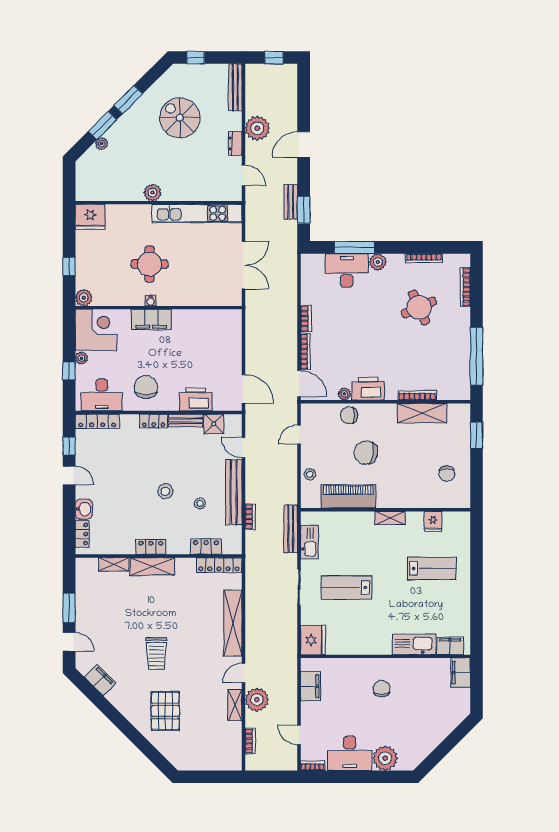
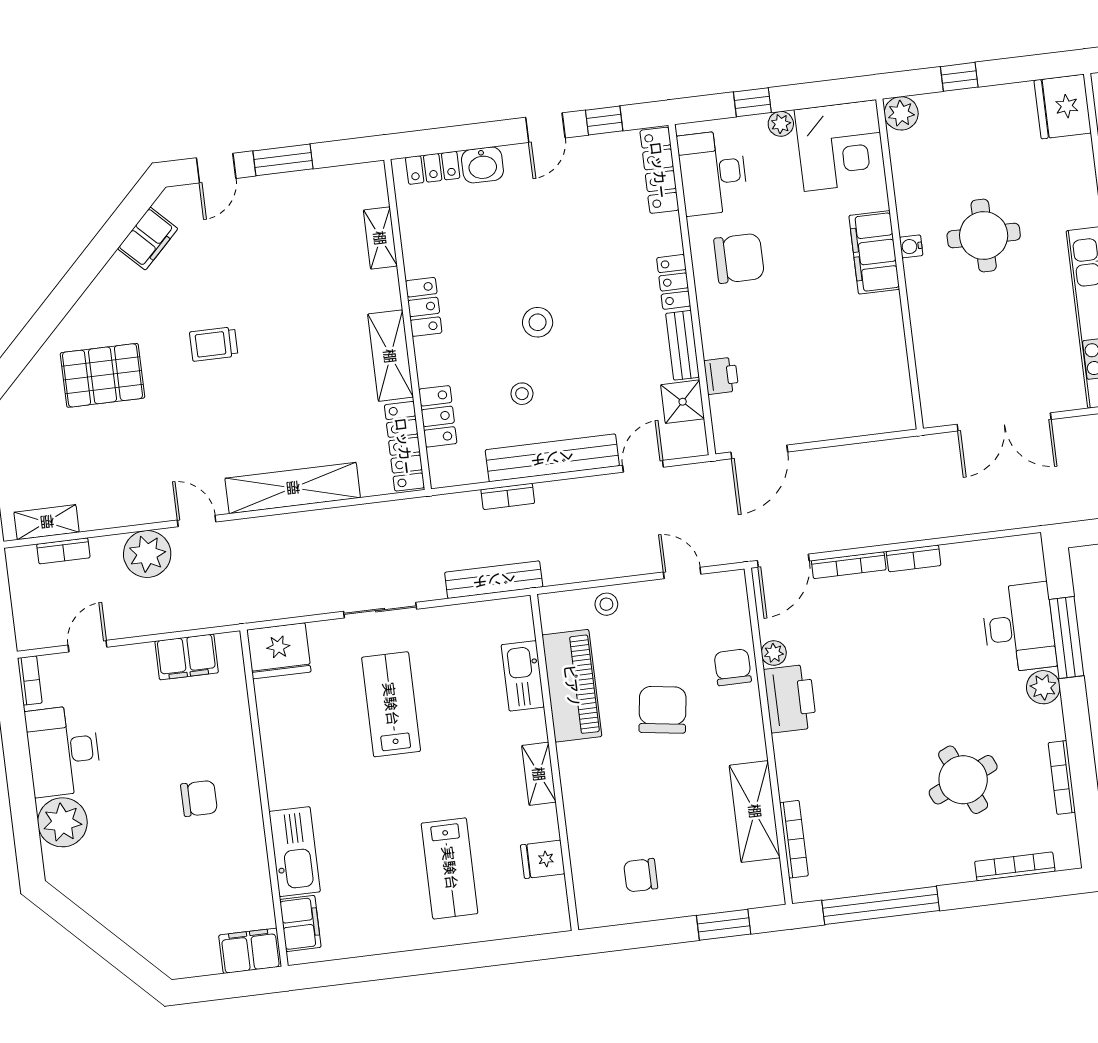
bookcase: (417, 395) -> (794, 839), moved
printer: (196, 399) -> (721, 376), width x0.53, depth x0.68
kitchen sink: (309, 542) -> (523, 676), moved, turned 90
shelving: (152, 566) -> (390, 356), moved
trolley: (156, 654) -> (214, 344), width x0.73, depth x0.72
shelving: (235, 705) -> (47, 522), moved

